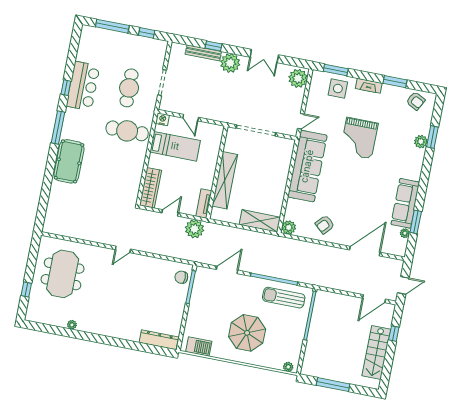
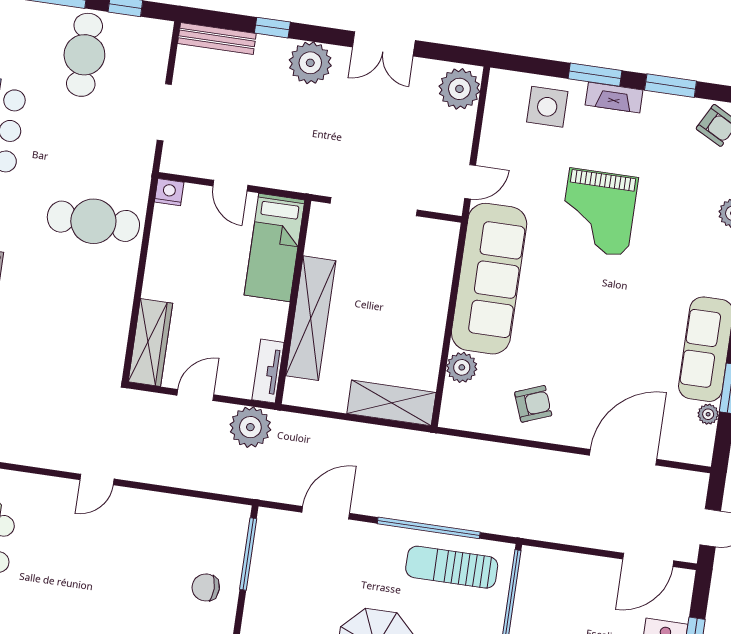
bench: (203, 53) -> (217, 38), moved
window: (336, 70) -> (595, 75), moved
cafe table: (129, 88) -> (84, 55), moved
bed: (175, 146) -> (274, 247), moved, turned 90
armchair: (325, 225) -> (533, 404), turned -153
plant: (289, 227) -> (462, 367), moved
chair: (181, 277) -> (206, 587), moved

